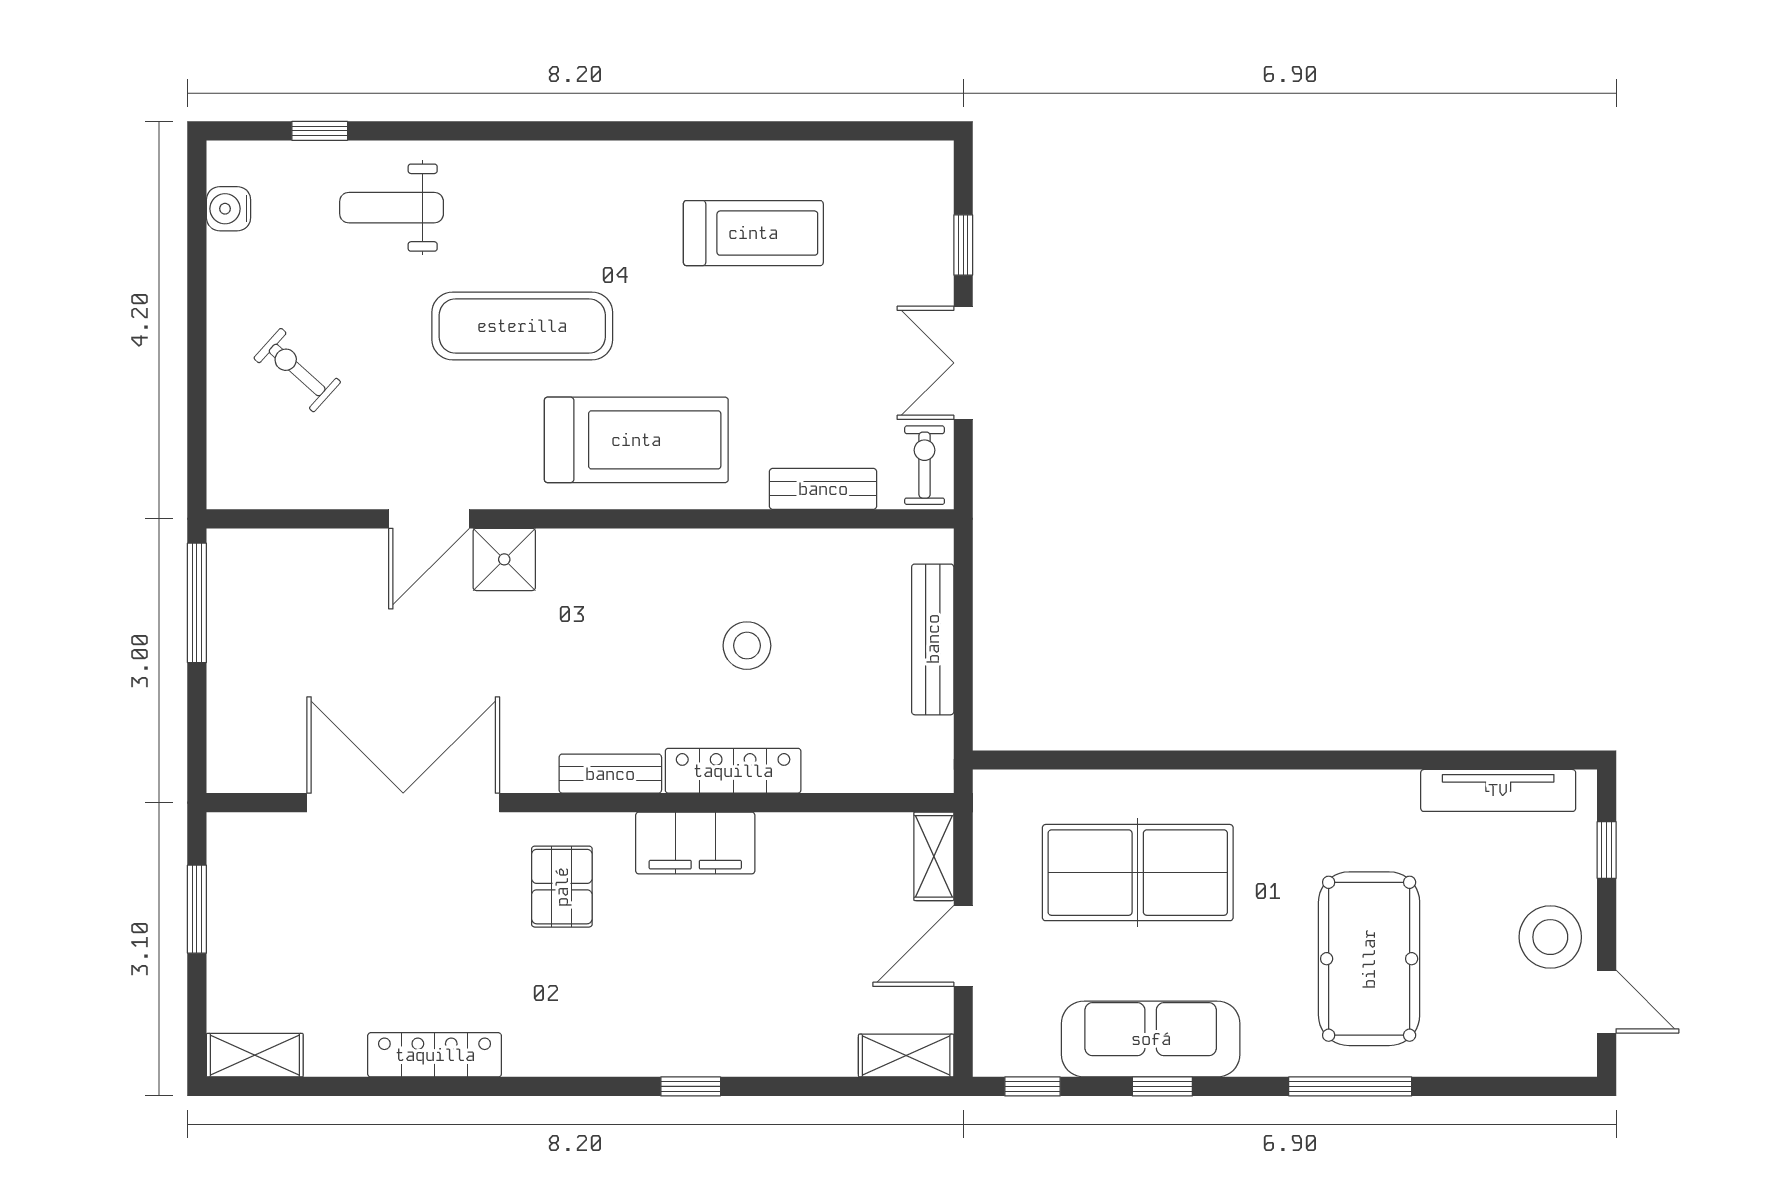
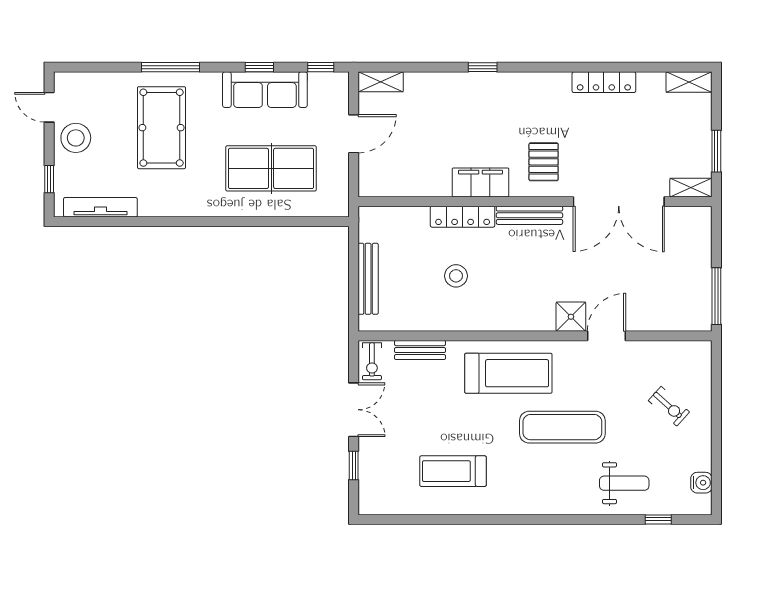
treadmill: (636, 440) -> (508, 373), turned 180
bench: (610, 774) -> (529, 215), width x1.36
shelving: (934, 856) -> (691, 188), moved, turned 90

